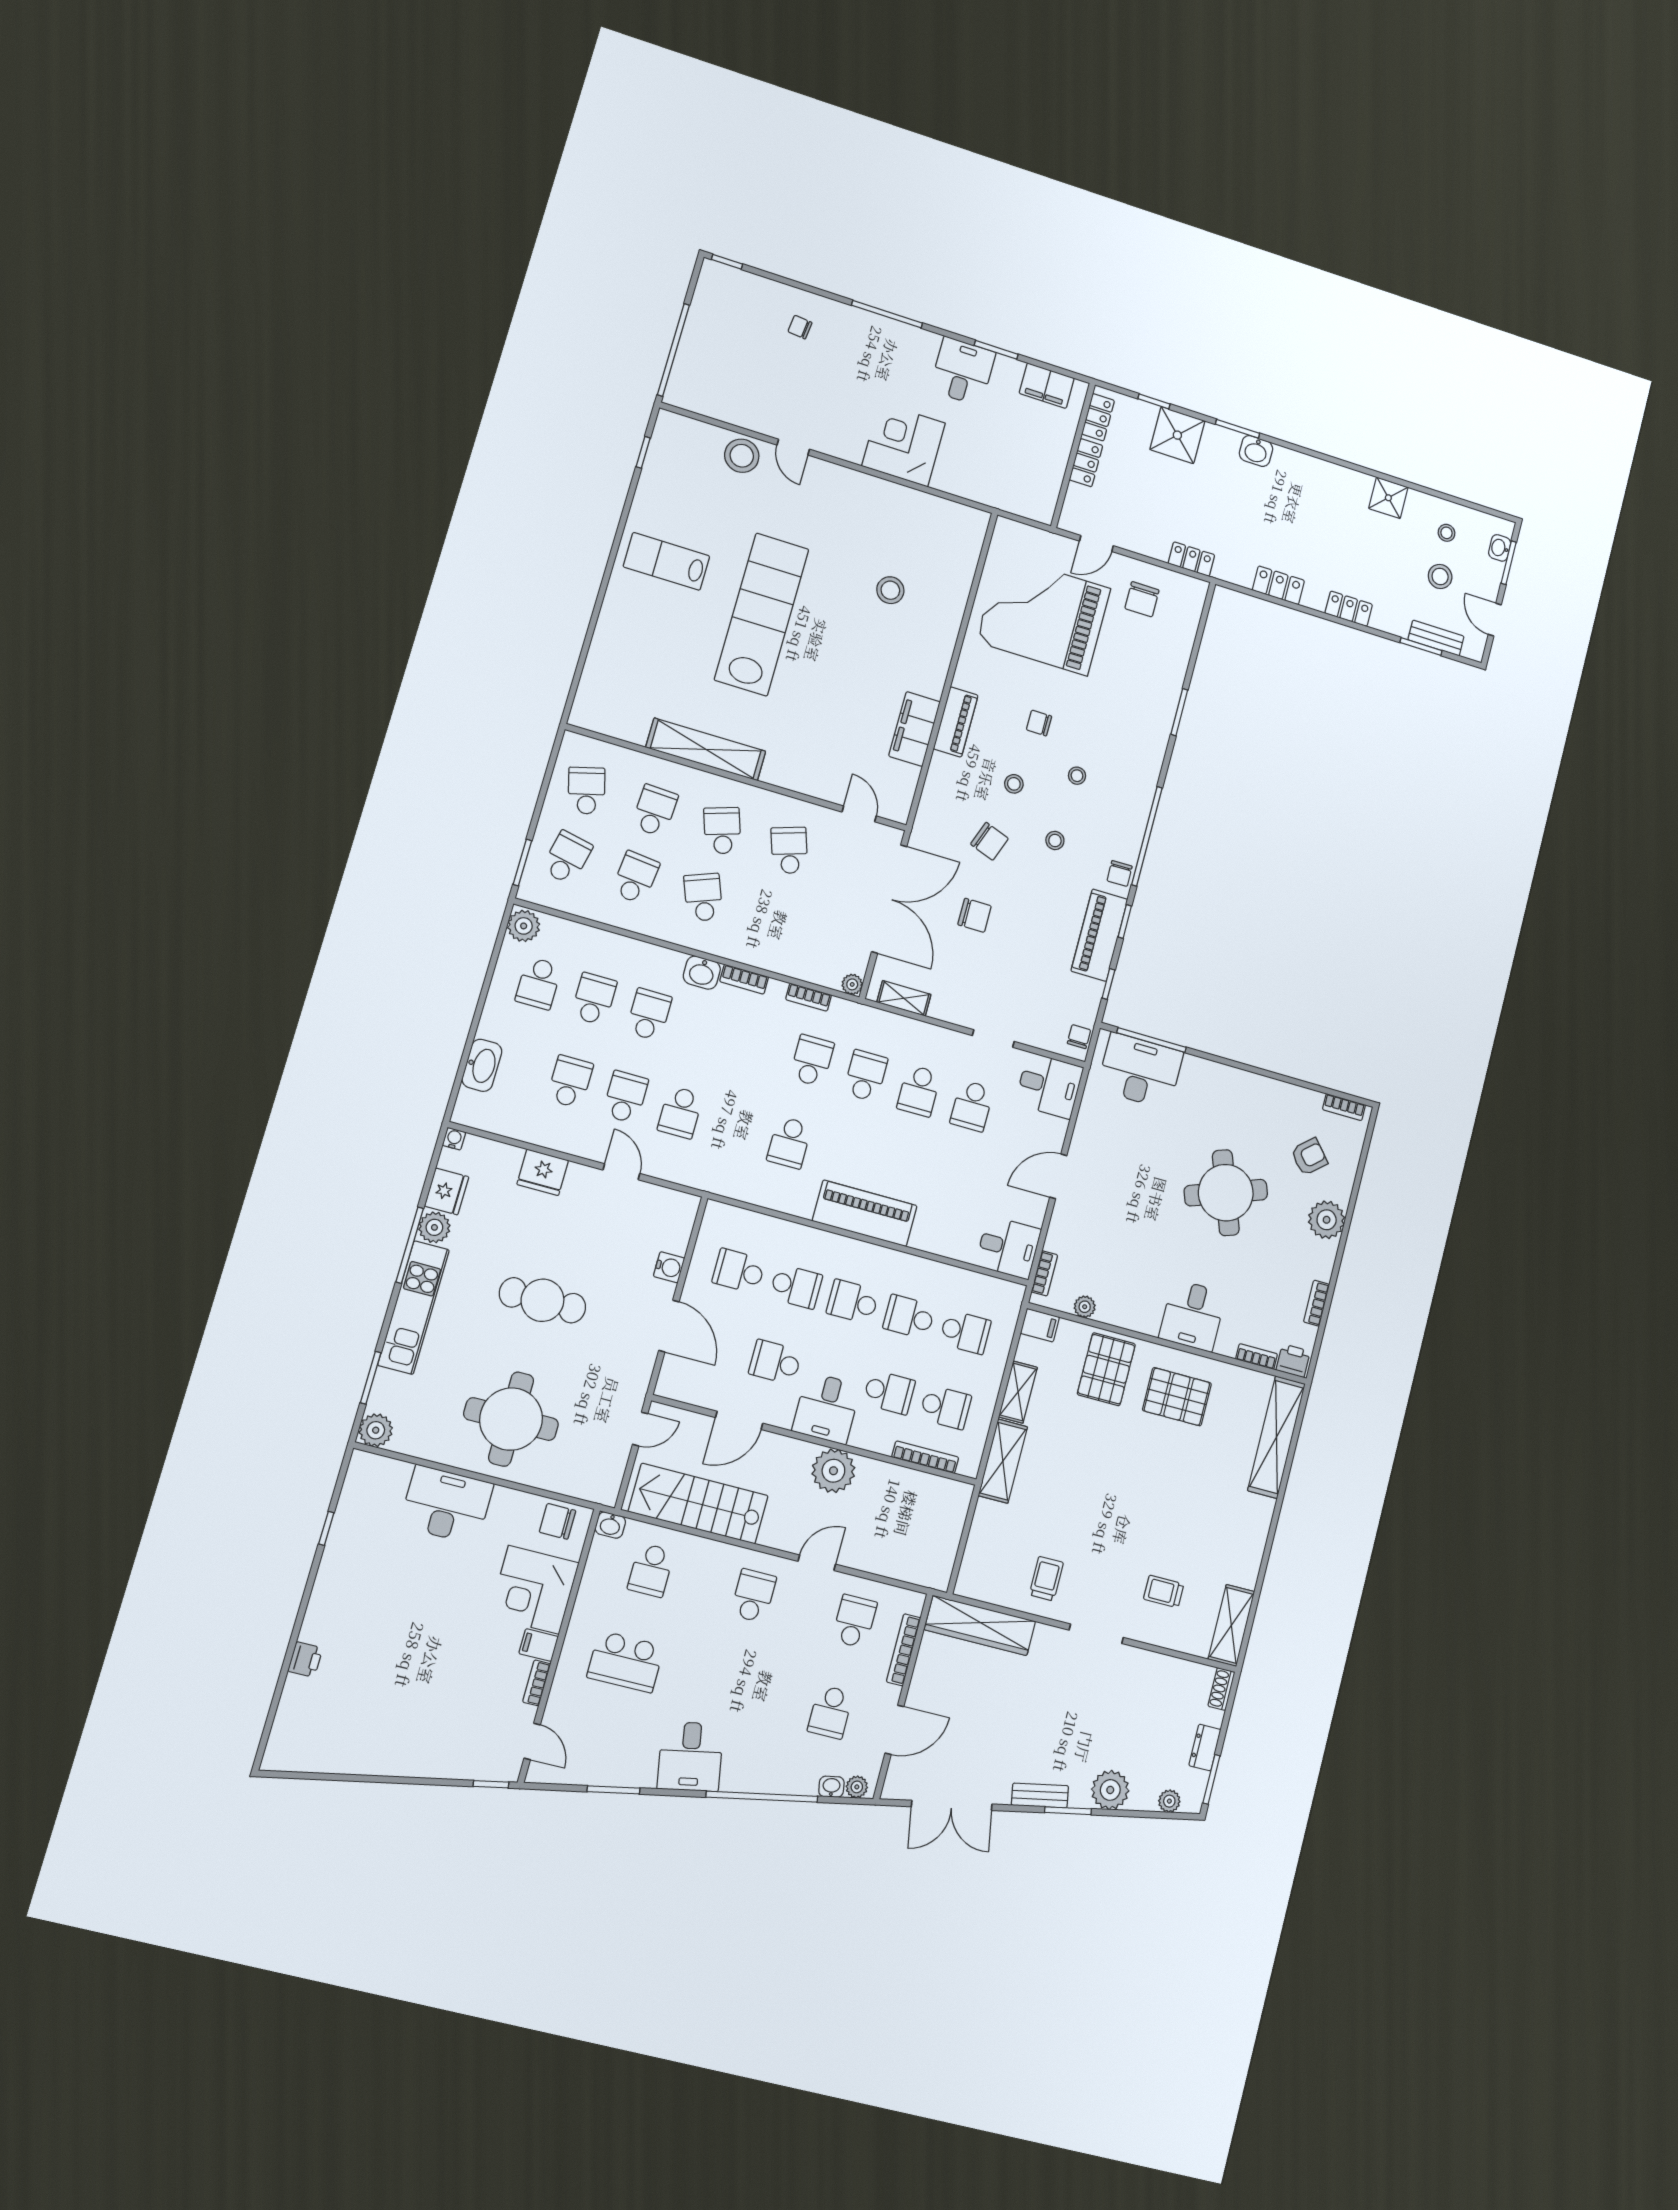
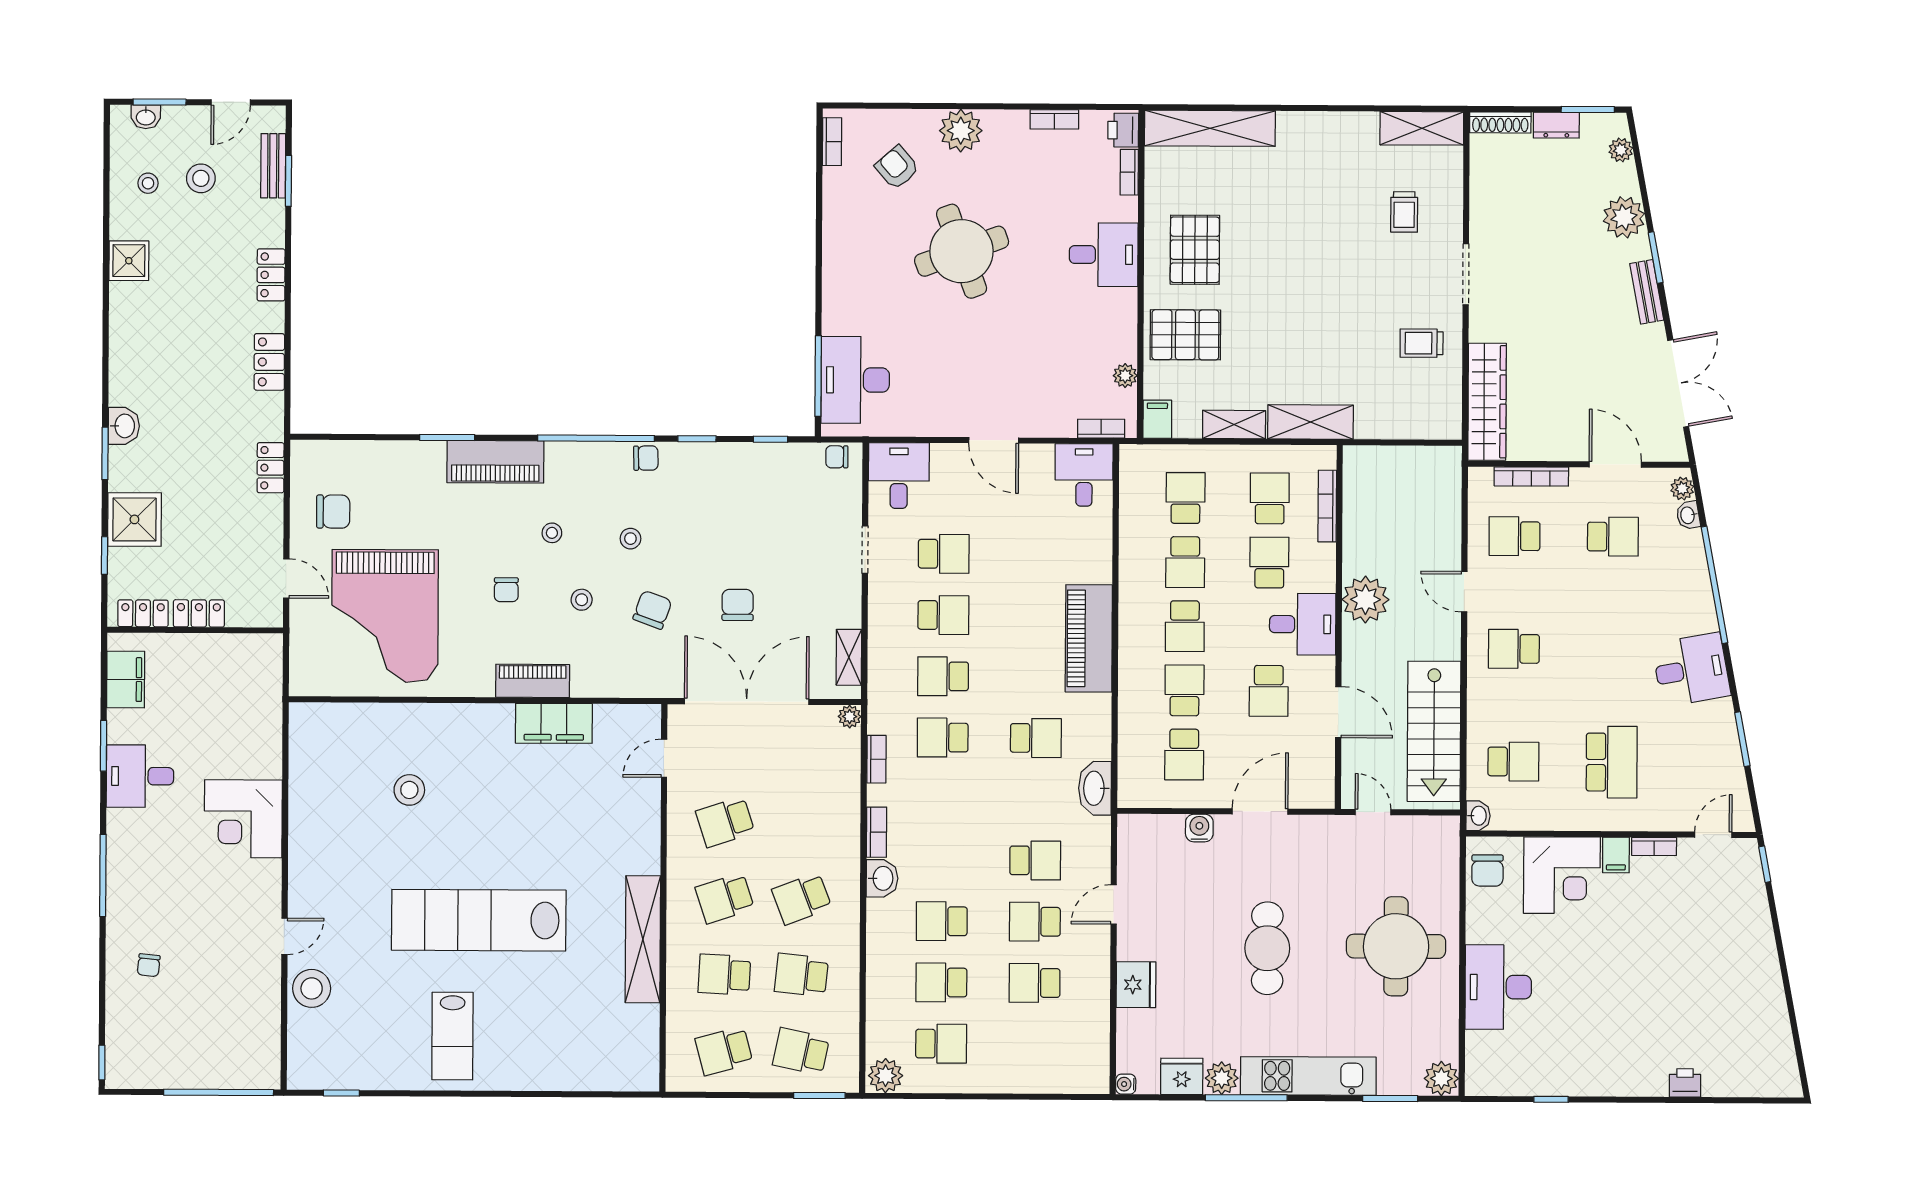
piano: (1099, 935) -> (495, 462), moved
washbasin: (482, 1065) -> (1095, 788), moved, turned -90
shoe rack: (1221, 1689) -> (1500, 122), width x1.43

